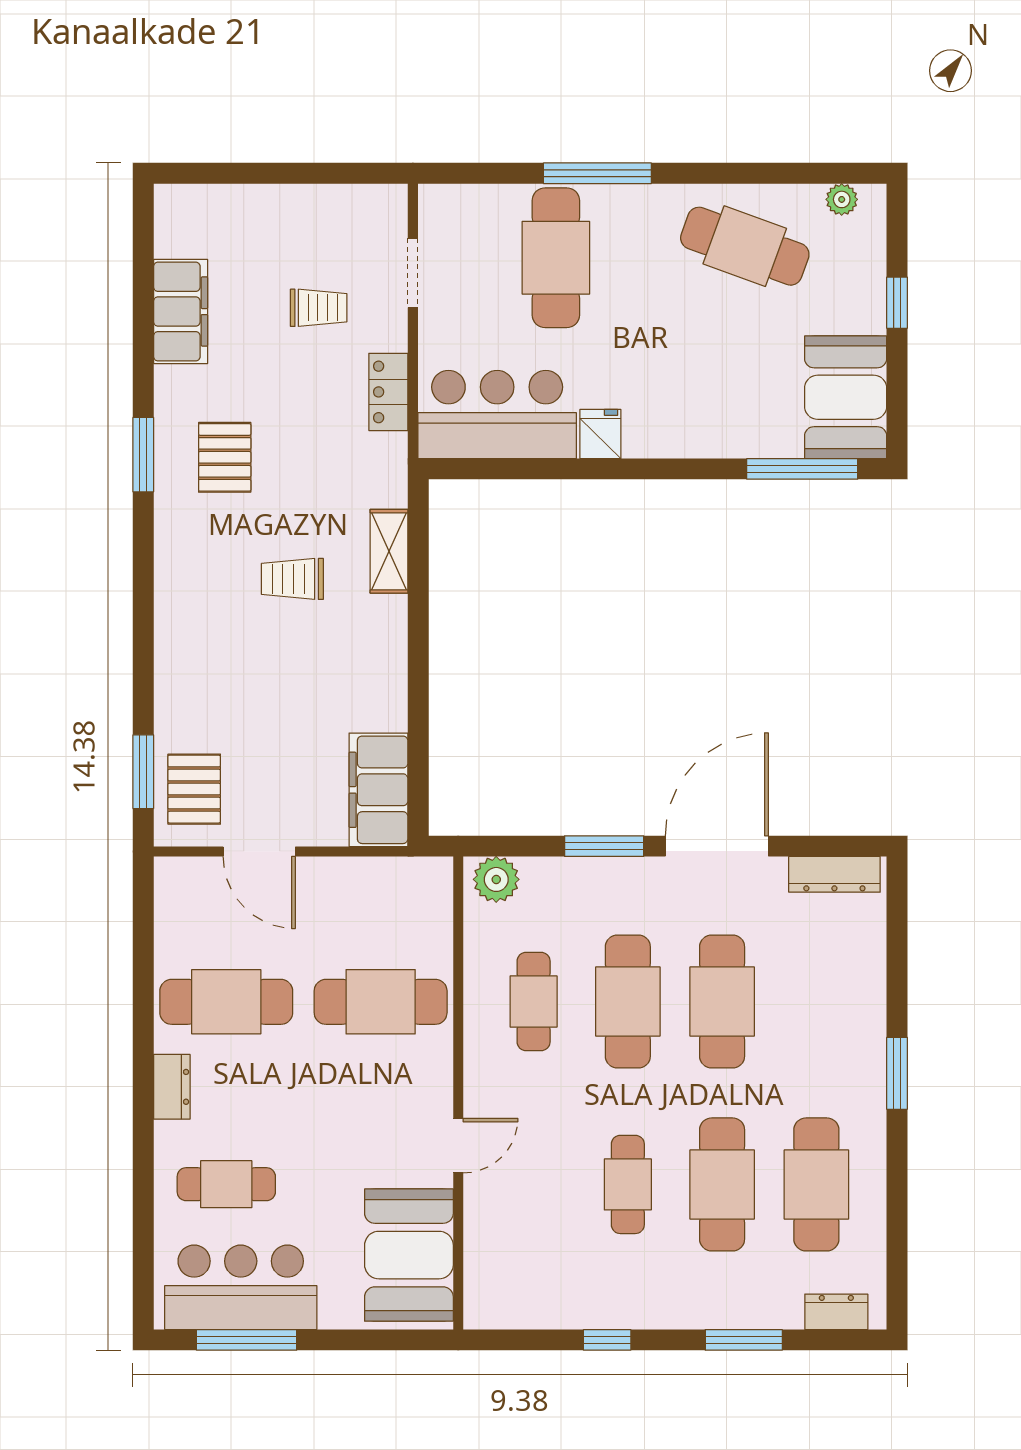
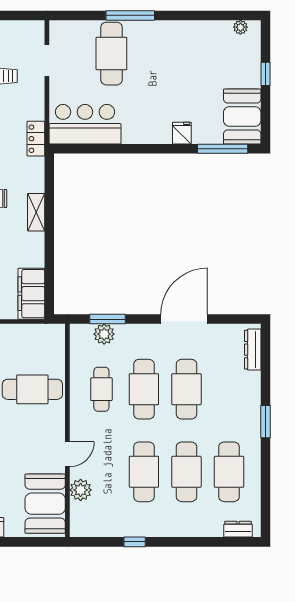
cafe table: (745, 246) -> (197, 48), removed
locker: (388, 392) -> (36, 139), moved
fridge: (600, 434) -> (182, 133), moved
shelving: (389, 551) -> (36, 212), moved
window: (604, 846) -> (108, 319), moved
dresser: (834, 874) -> (253, 350), moved, turned 90
plant: (496, 879) -> (104, 334), moved
cafe table: (628, 1184) -> (144, 472), width x1.37, depth x1.35
plant: (487, 1225) -> (81, 490), added
window: (744, 1340) -> (196, 542), removed

